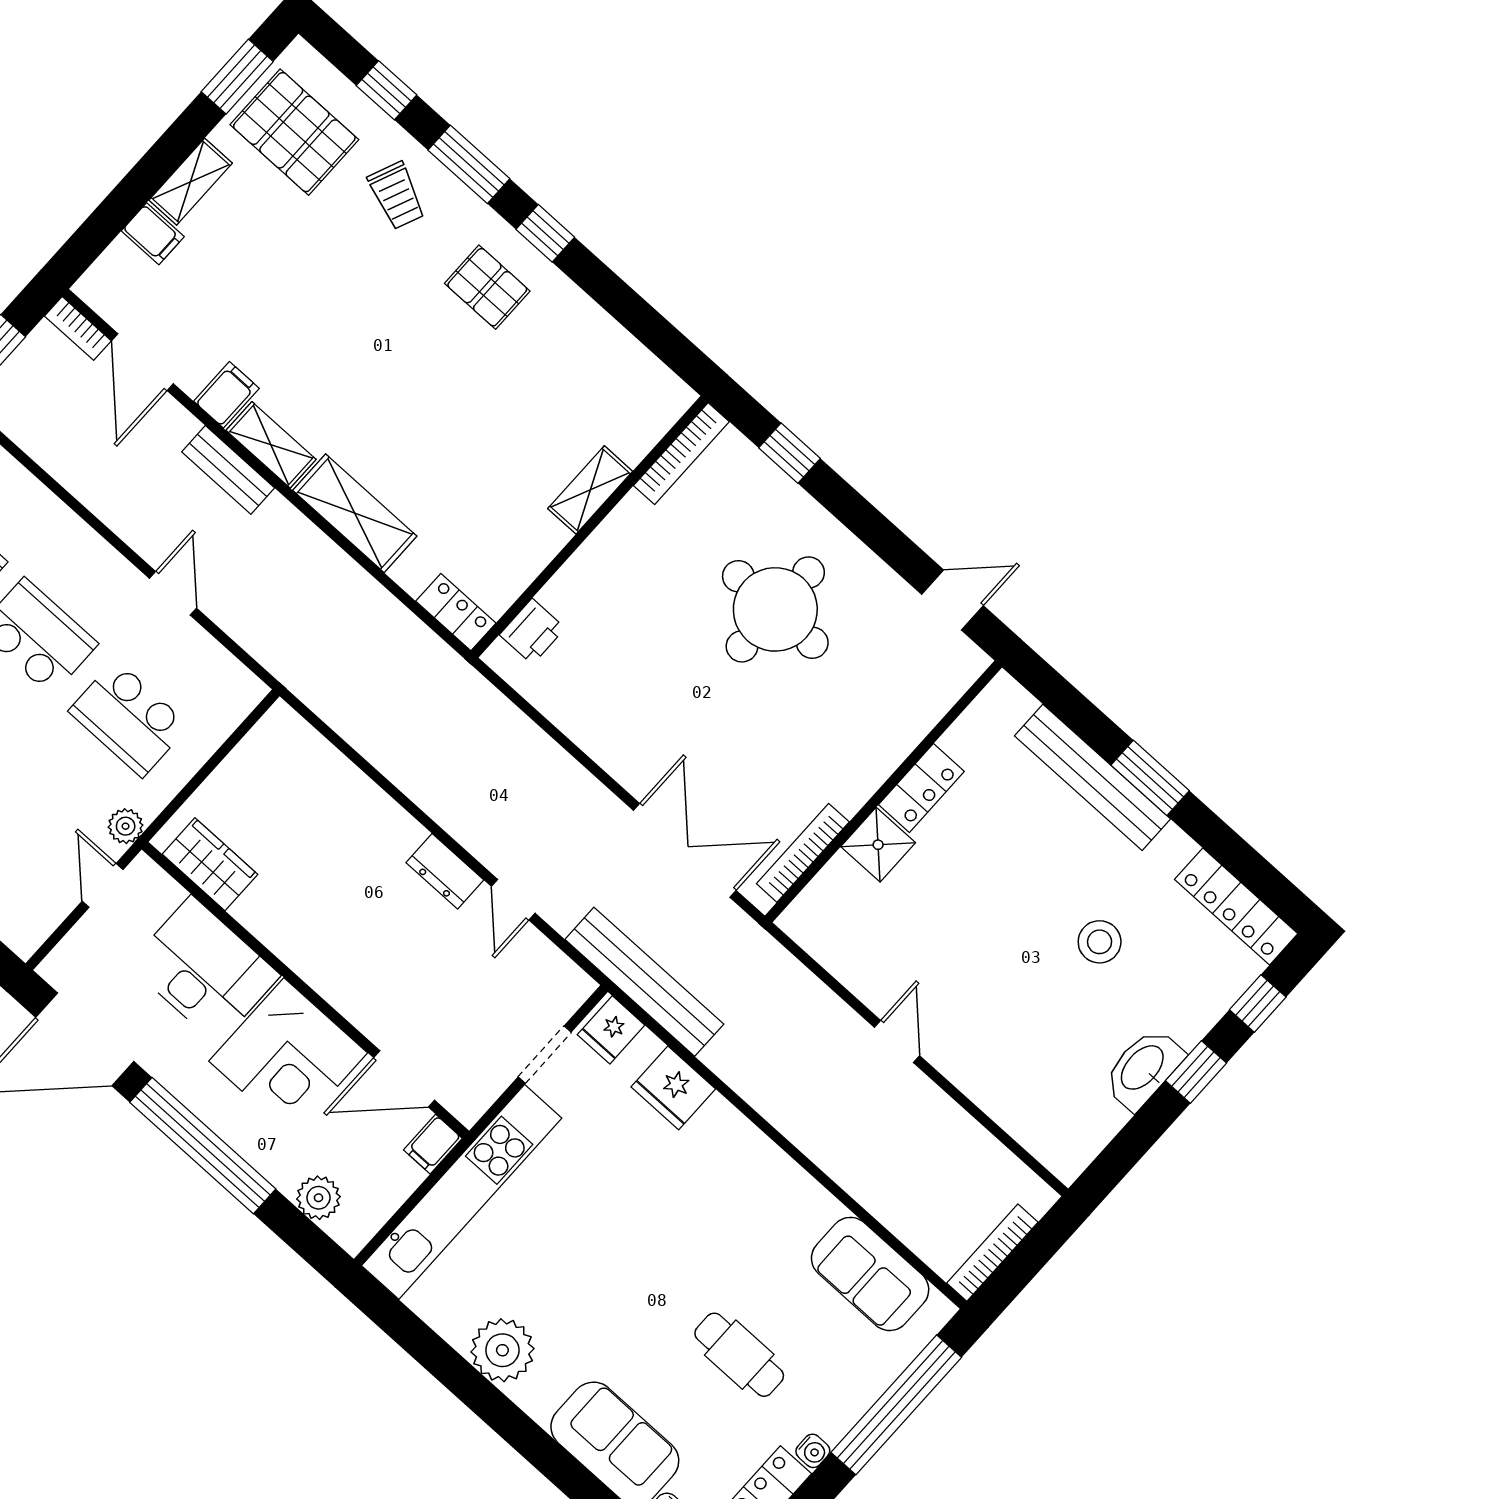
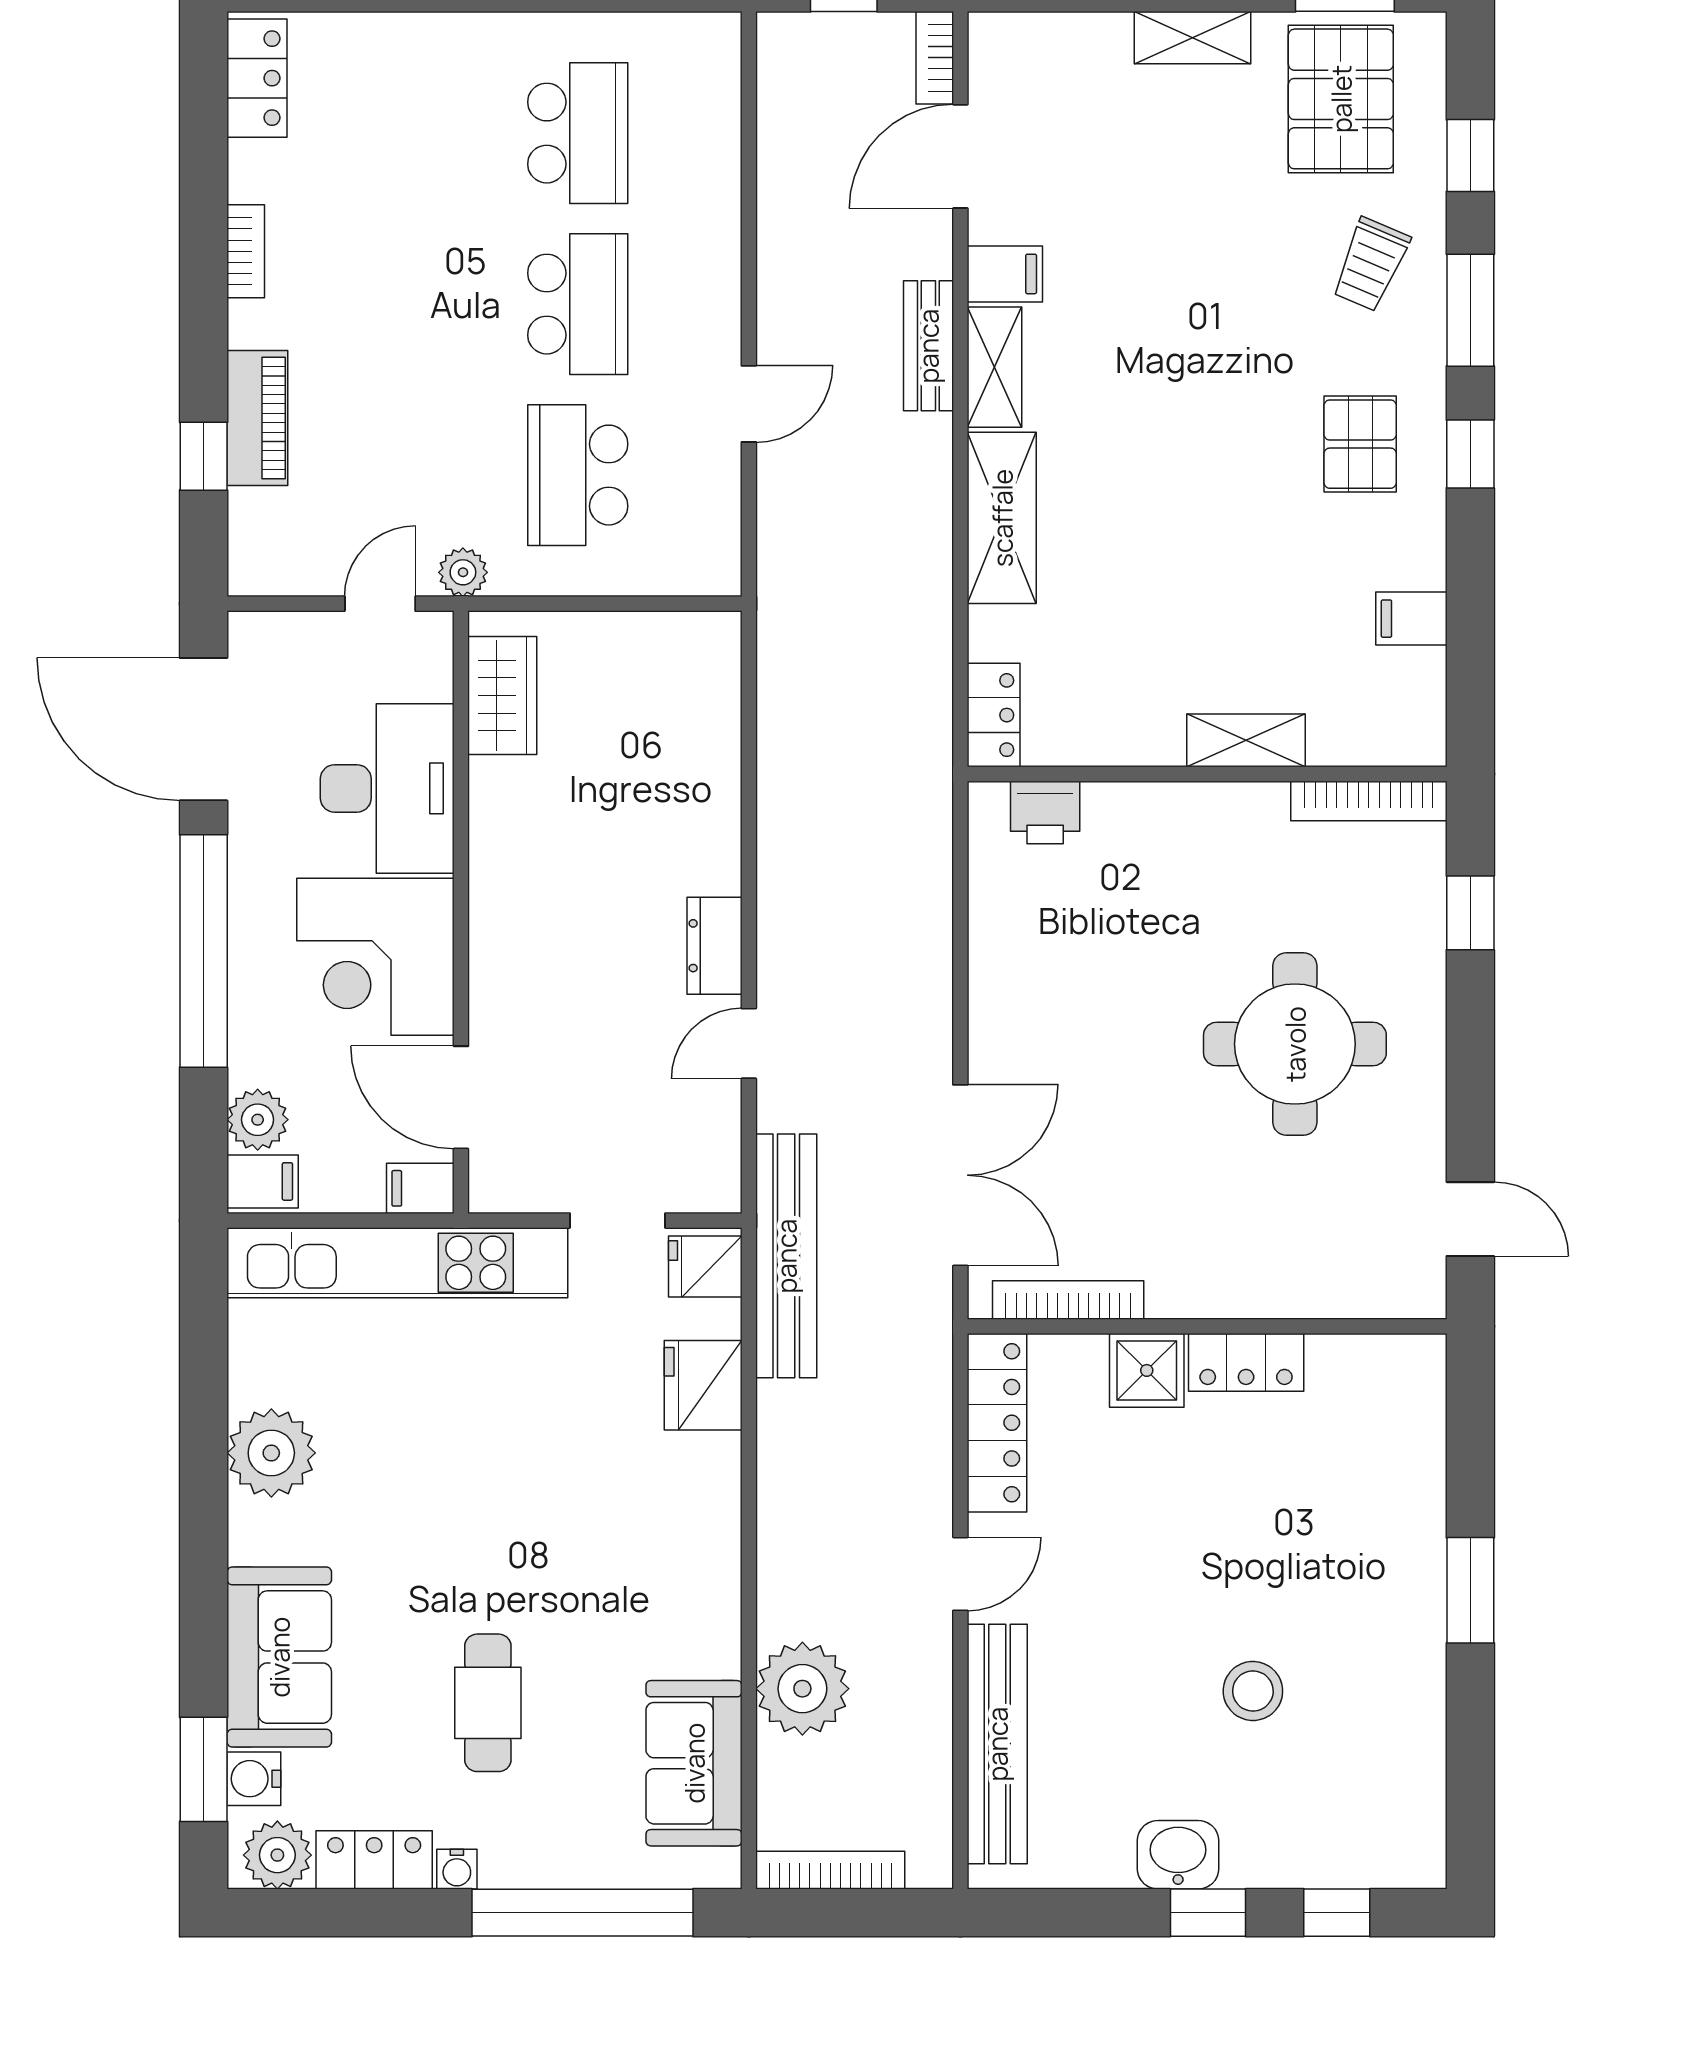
filing cabinet: (153, 234) -> (1411, 619), moved, turned 90
bench: (1092, 777) -> (997, 1744), moved
locker: (1236, 907) -> (997, 1423), moved, turned 180
washbasin: (1143, 1068) -> (1178, 1855), width x0.72
plant: (882, 1180) -> (802, 1689), added
filing cabinet: (354, 1225) -> (263, 1181), added

